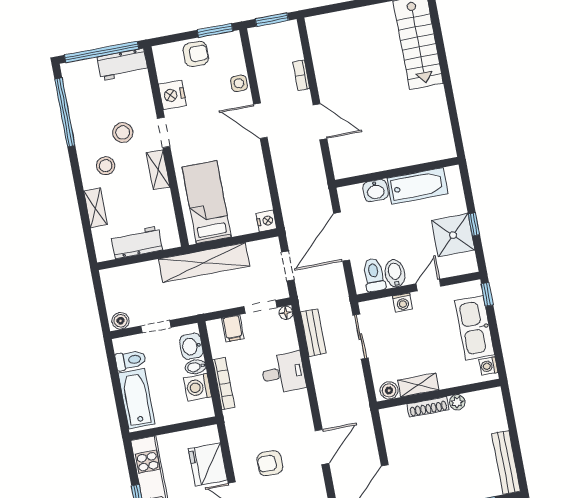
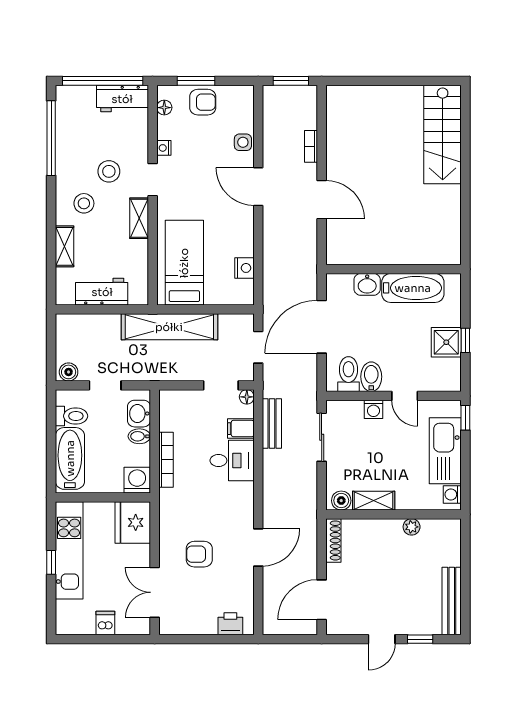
window: (215, 30) -> (196, 81), moved
floor lamp: (162, 65) -> (164, 108), added
nightstand: (172, 95) -> (164, 148), width x0.53, depth x0.56
nightstand: (266, 221) -> (244, 268), moved
shower: (453, 235) -> (446, 342), width x0.73, depth x0.73
door: (428, 285) -> (405, 396), swing flipped
filing cabinet: (233, 328) -> (241, 429), moved, turned 90
washing machine: (198, 387) -> (137, 480), moved, turned 90
shoe rack: (428, 407) -> (333, 540), moved, turned -90
fridge: (208, 464) -> (133, 522), moved

